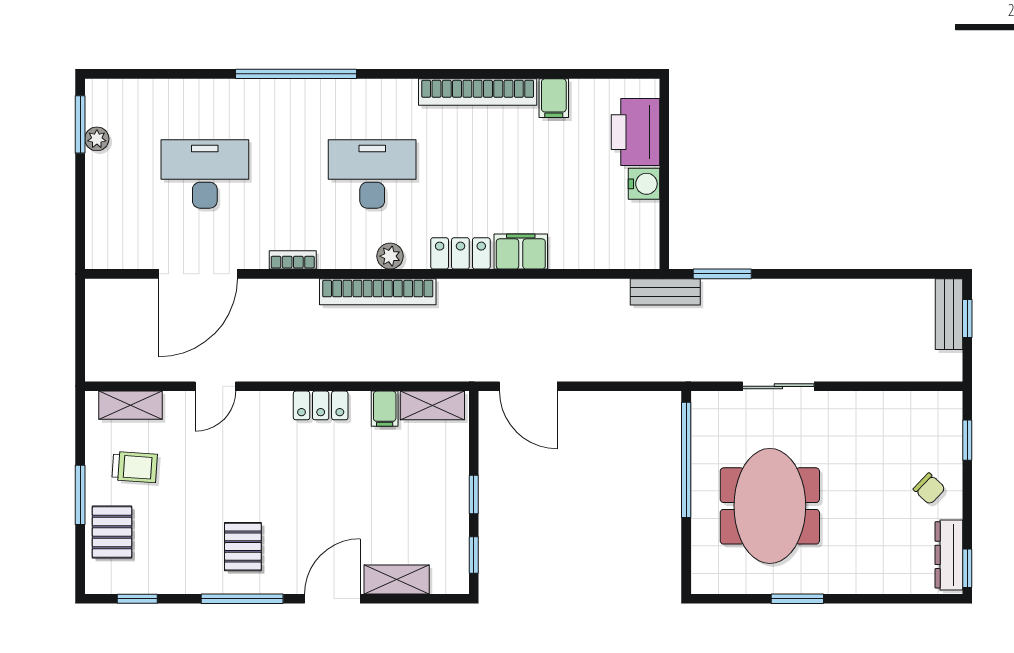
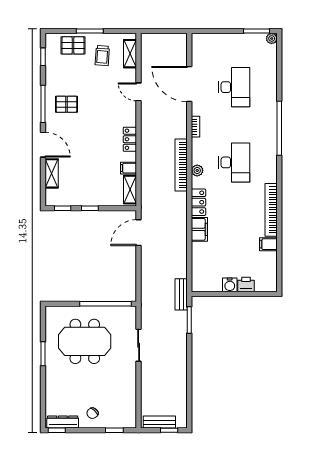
printer: (635, 132) -> (246, 284), width x0.53, depth x0.68
plant: (97, 139) -> (272, 38), moved
bench: (949, 314) -> (159, 422), moved

